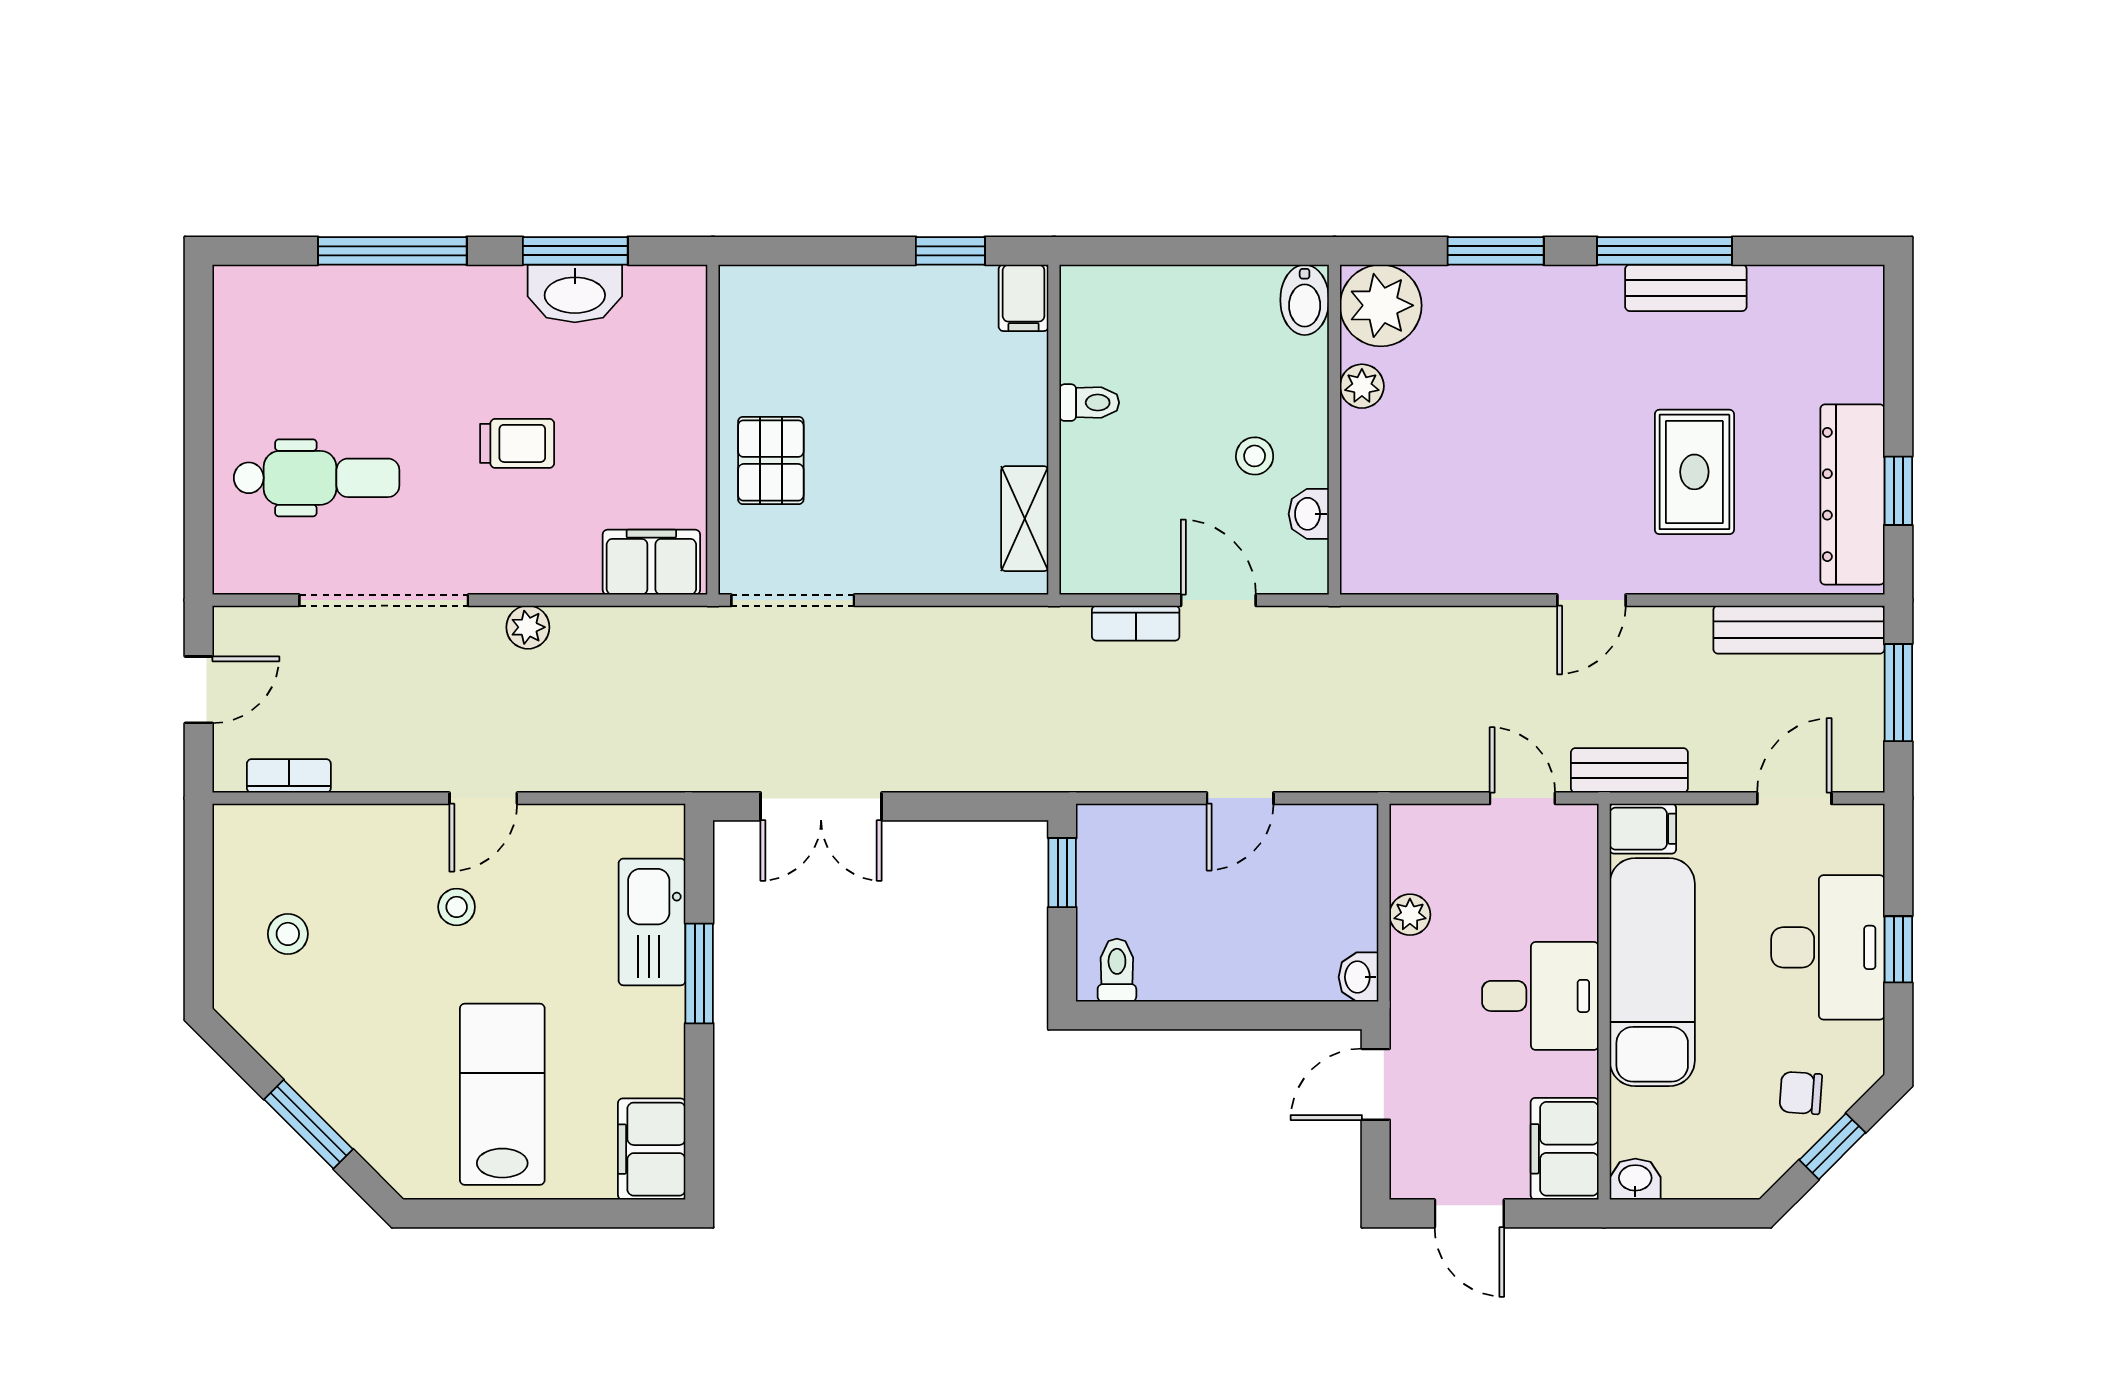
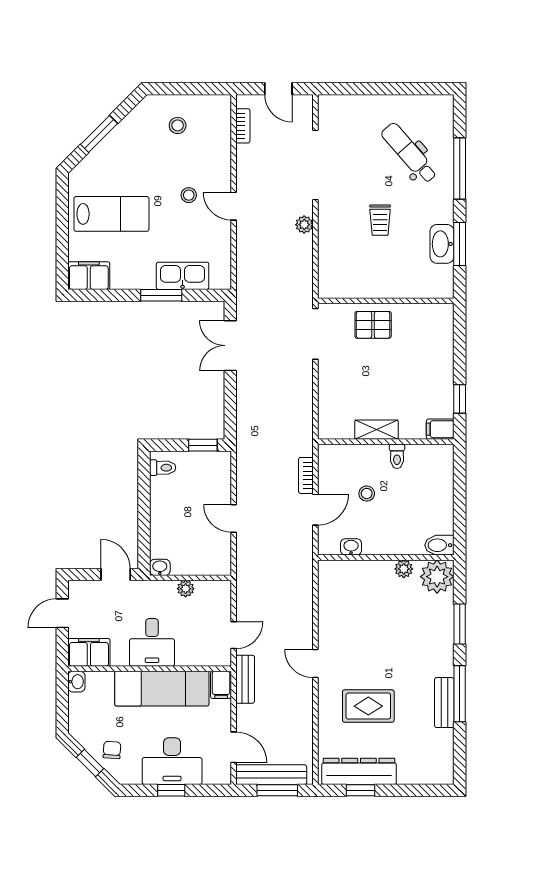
stool: (1255, 456) -> (367, 494), moved
dental chair: (317, 478) -> (409, 153), moved, turned 139
shelving: (1025, 519) -> (377, 430), moved
filing cabinet: (651, 562) -> (331, 275), removed
bench: (1799, 630) -> (271, 775), moved, turned 90

